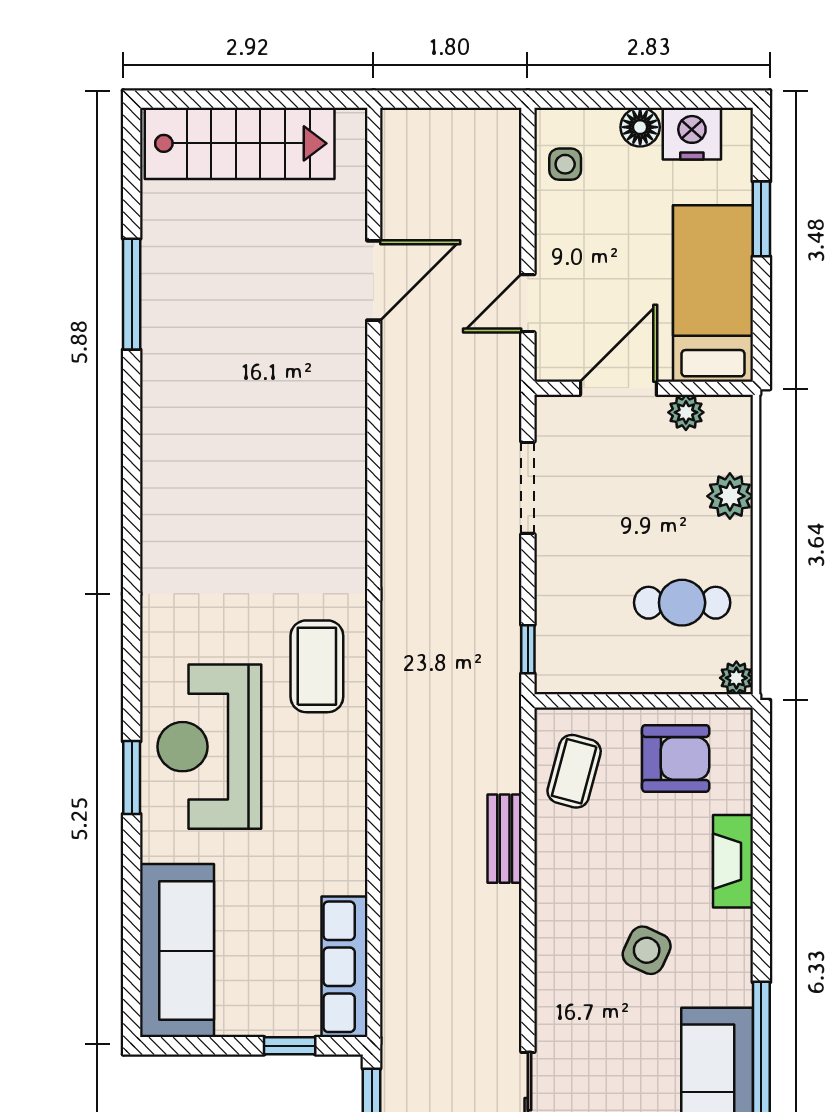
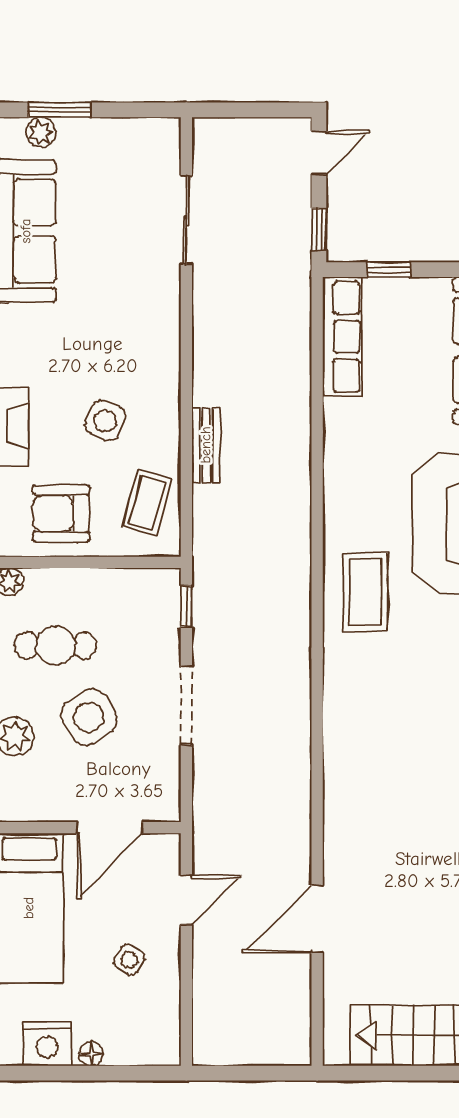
floor lamp: (640, 127) -> (91, 1054), width x0.73, depth x0.73
side table: (565, 164) -> (129, 960), moved, turned 32
plant: (686, 412) -> (52, 807), removed
doorway: (528, 488) -> (186, 705), moved
side table: (643, 518) -> (89, 717), added
side table: (647, 950) -> (105, 421), moved

